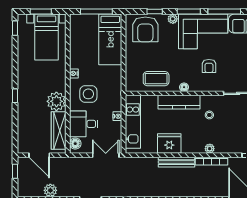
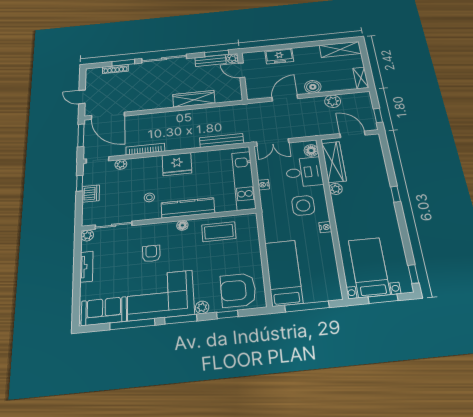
armchair: (145, 29) -> (238, 290), turned -90
plant: (56, 101) -> (336, 189), width x0.53, depth x0.53
fridge: (169, 143) -> (177, 164), moved
plant: (210, 149) -> (121, 164), moved
bench: (176, 162) -> (221, 140), moved

